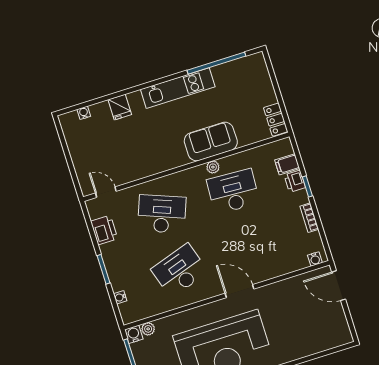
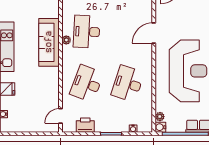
sofa: (211, 142) -> (49, 42), width x1.36
desk: (180, 271) -> (128, 84), turned 36
door: (239, 291) -> (154, 33), moved

